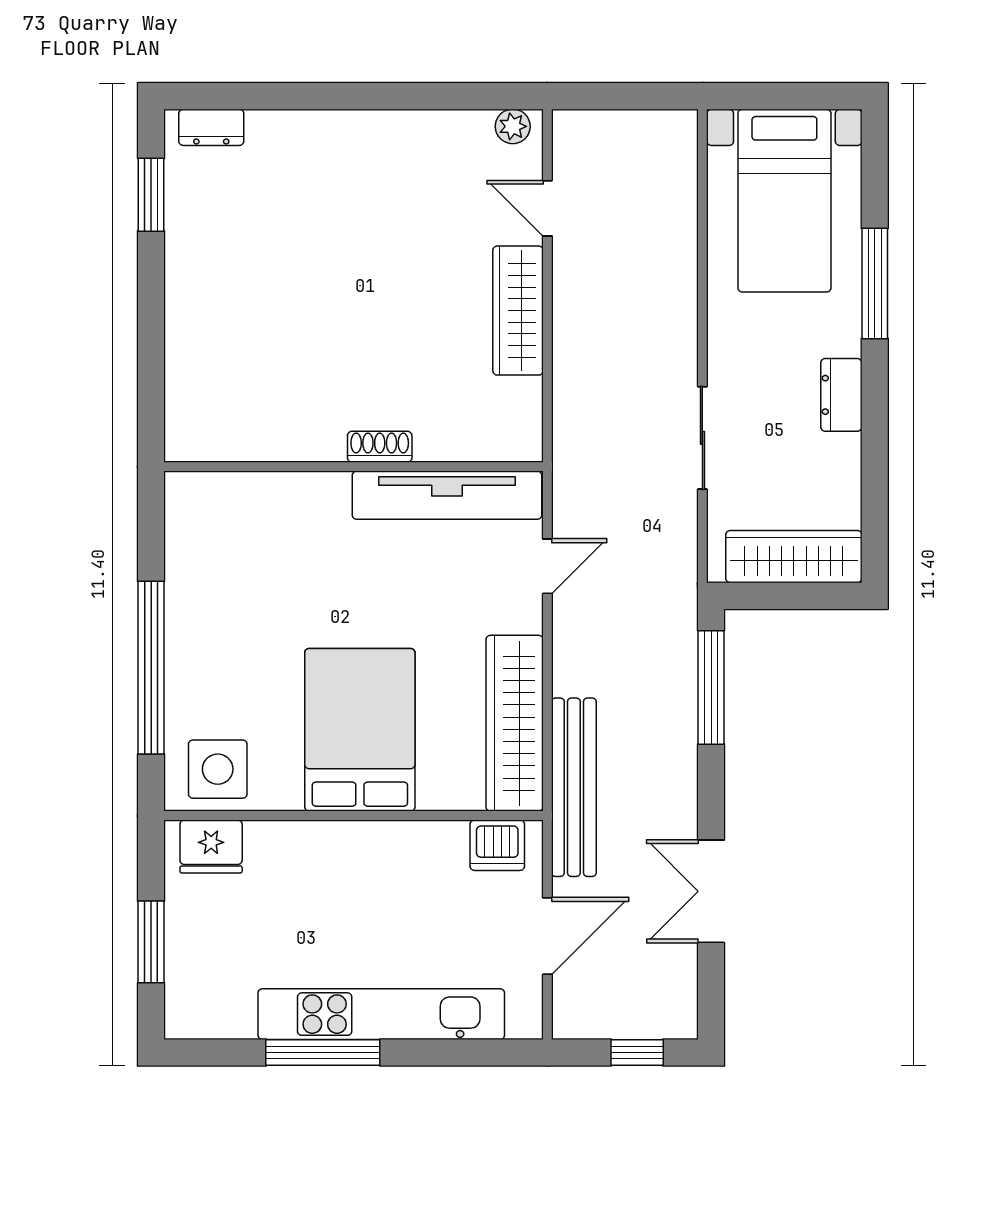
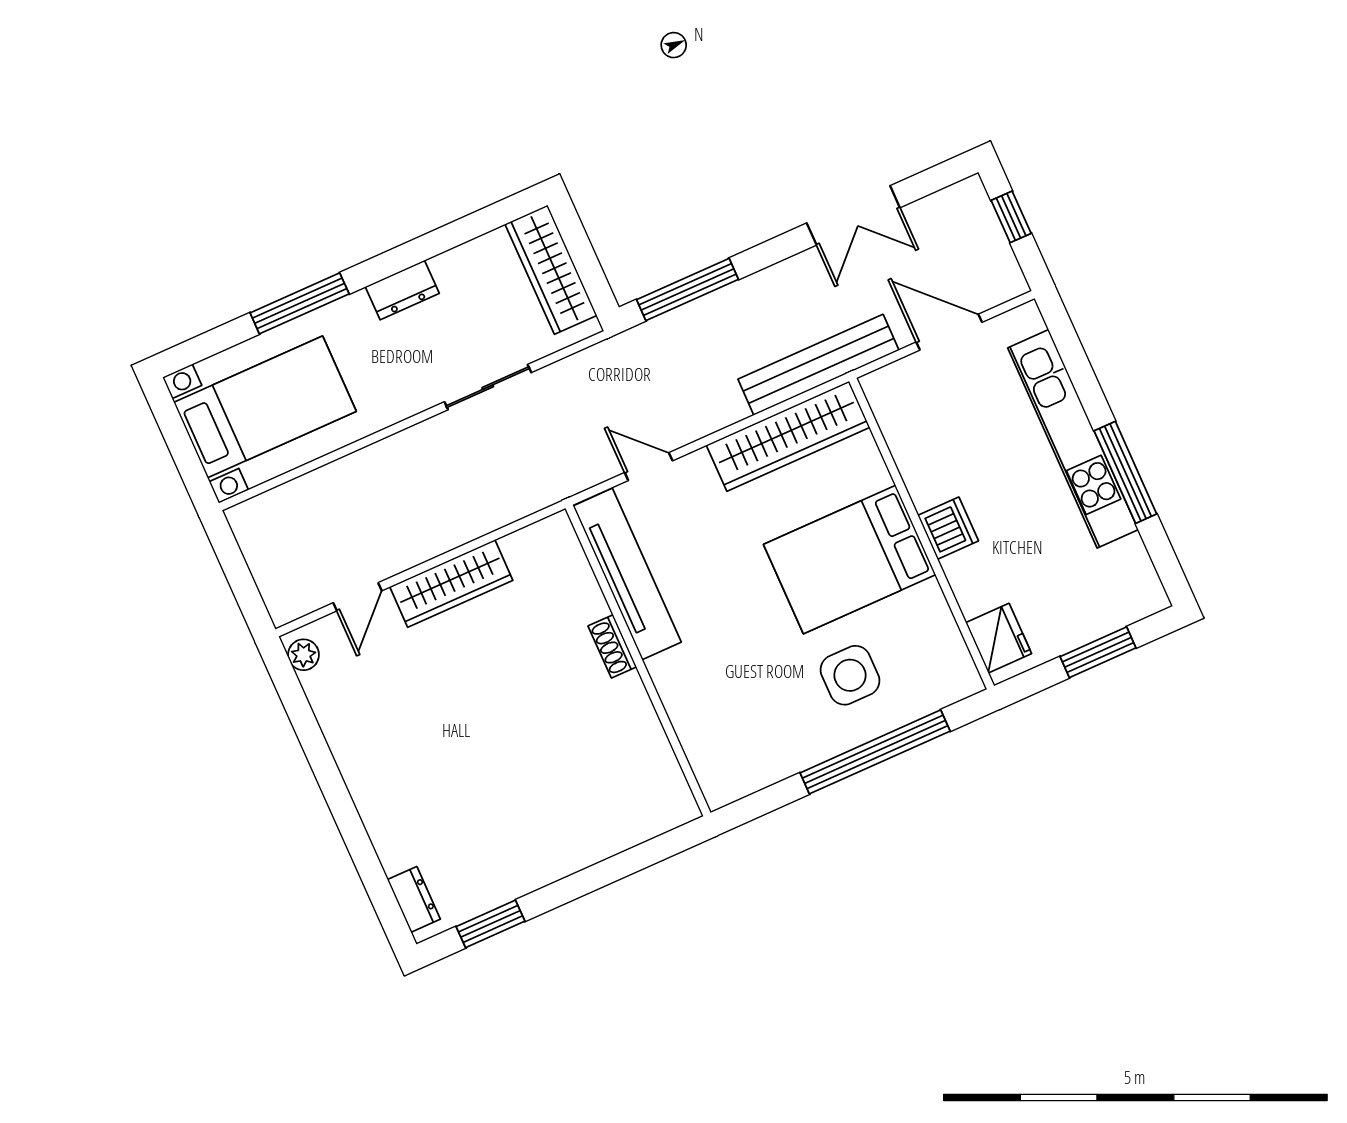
side table: (218, 769) -> (850, 675), moved
dishwasher: (497, 845) -> (948, 528), moved

